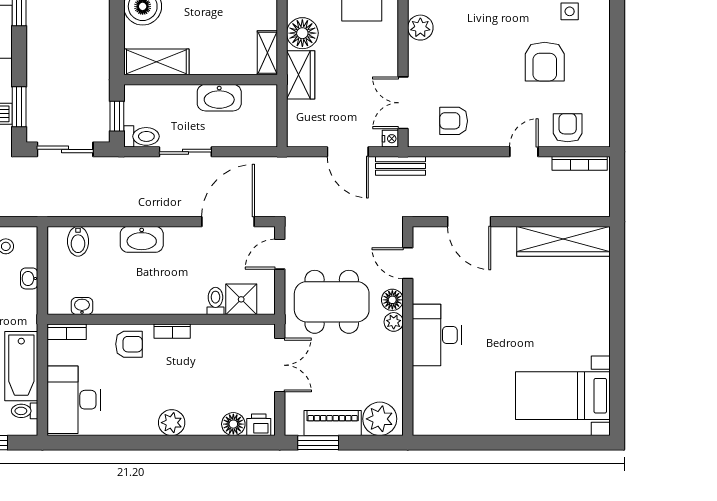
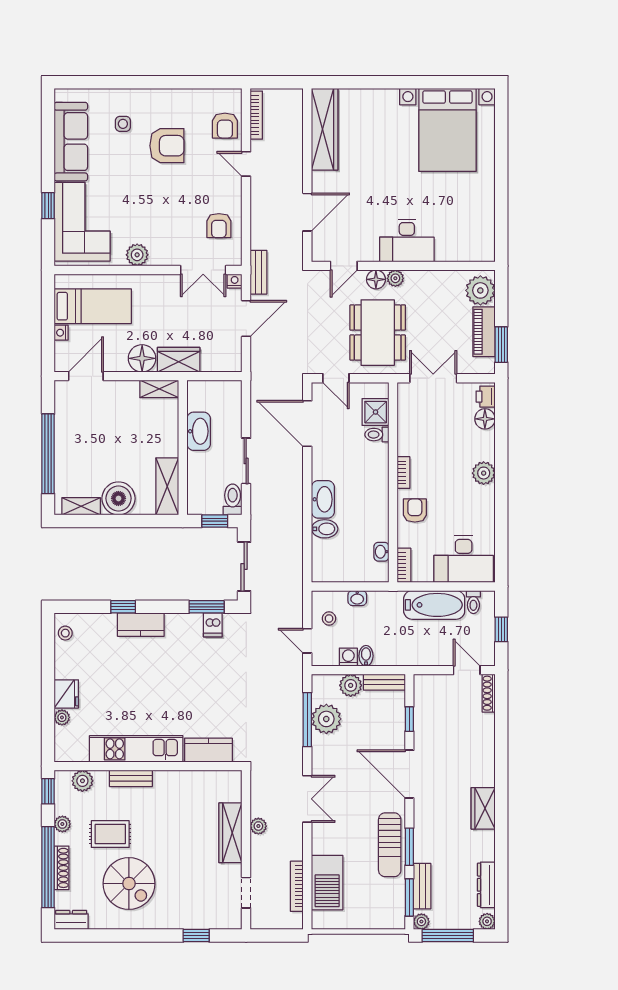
armchair: (568, 128) -> (225, 126), turned -90
bidet: (78, 241) -> (325, 529), moved
bed with nightstands: (563, 396) -> (447, 130), width x1.36

